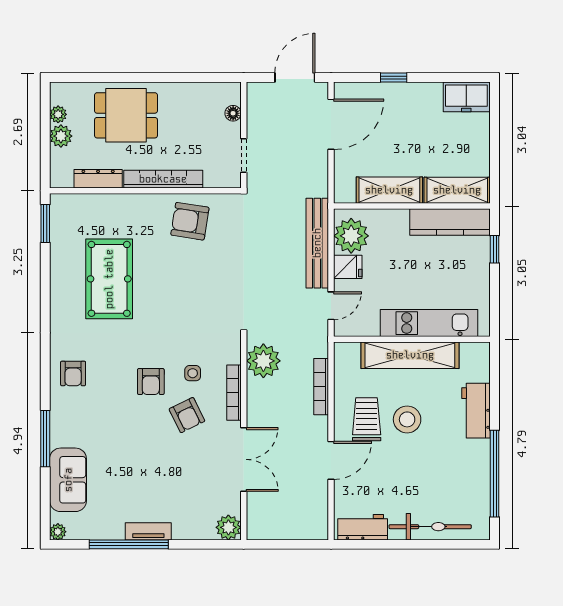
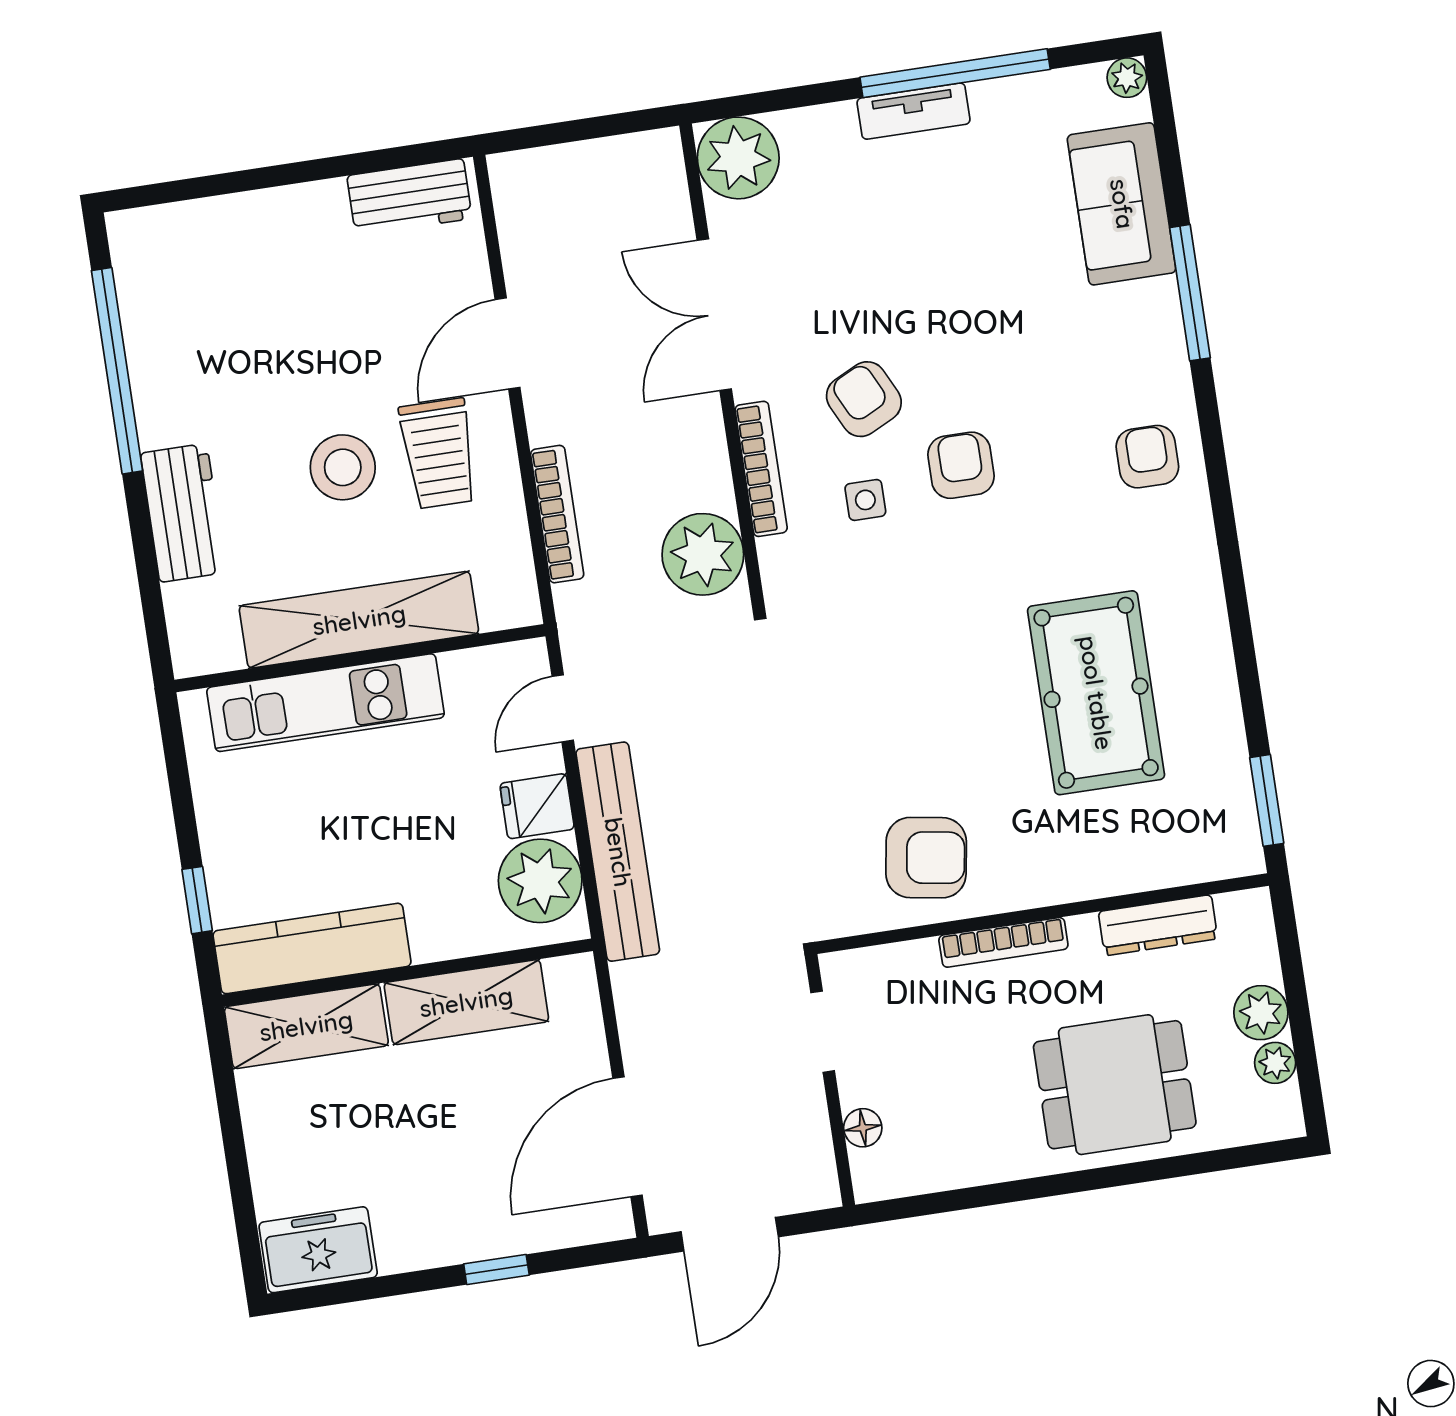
bookcase: (163, 179) -> (1003, 942), width x0.68, depth x0.76
plant: (228, 527) -> (738, 158), width x1.36, depth x1.36
bicycle: (430, 527) -> (250, 223), removed

